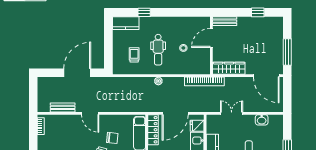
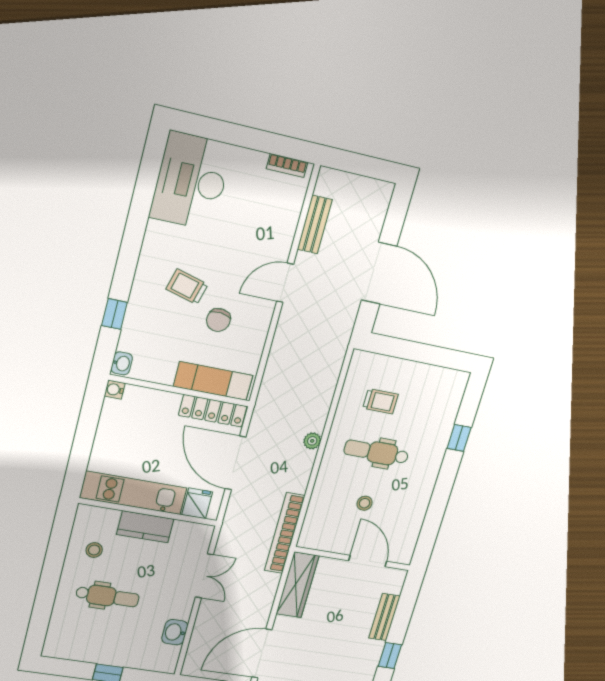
bench: (225, 21) -> (385, 617), moved
kitchen counter: (126, 23) -> (450, 397), removed

